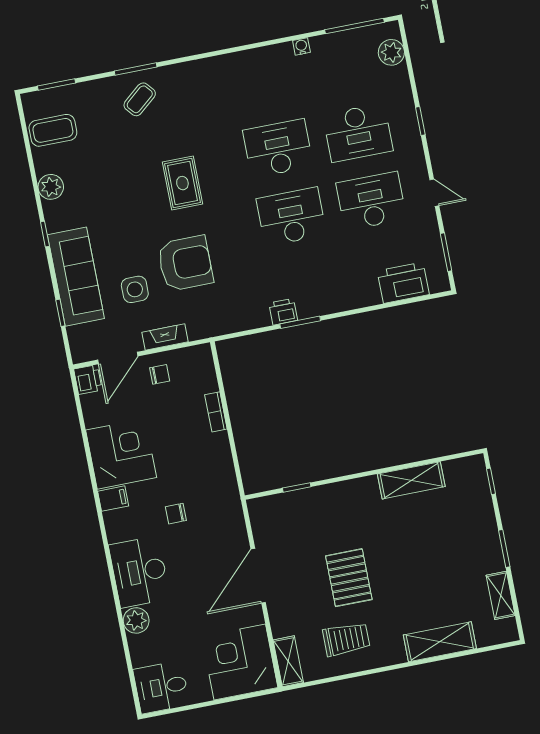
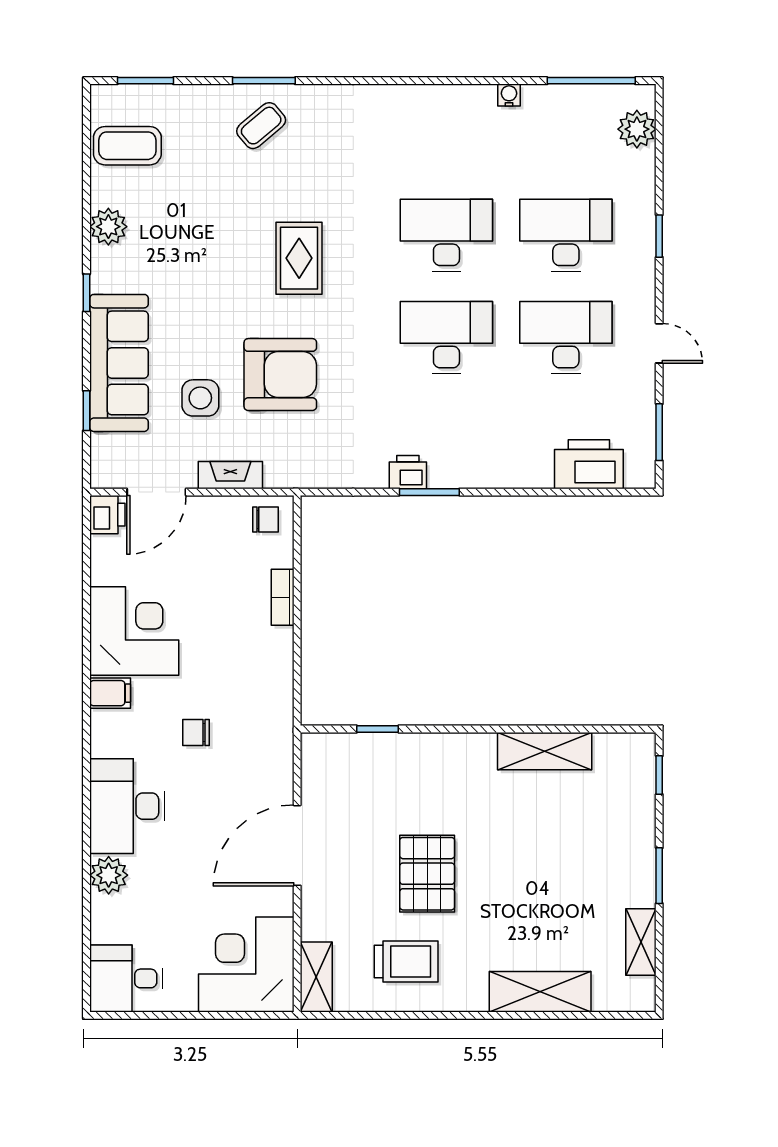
desk: (358, 133) -> (566, 235), turned 180
chair: (160, 374) -> (265, 520), moved

